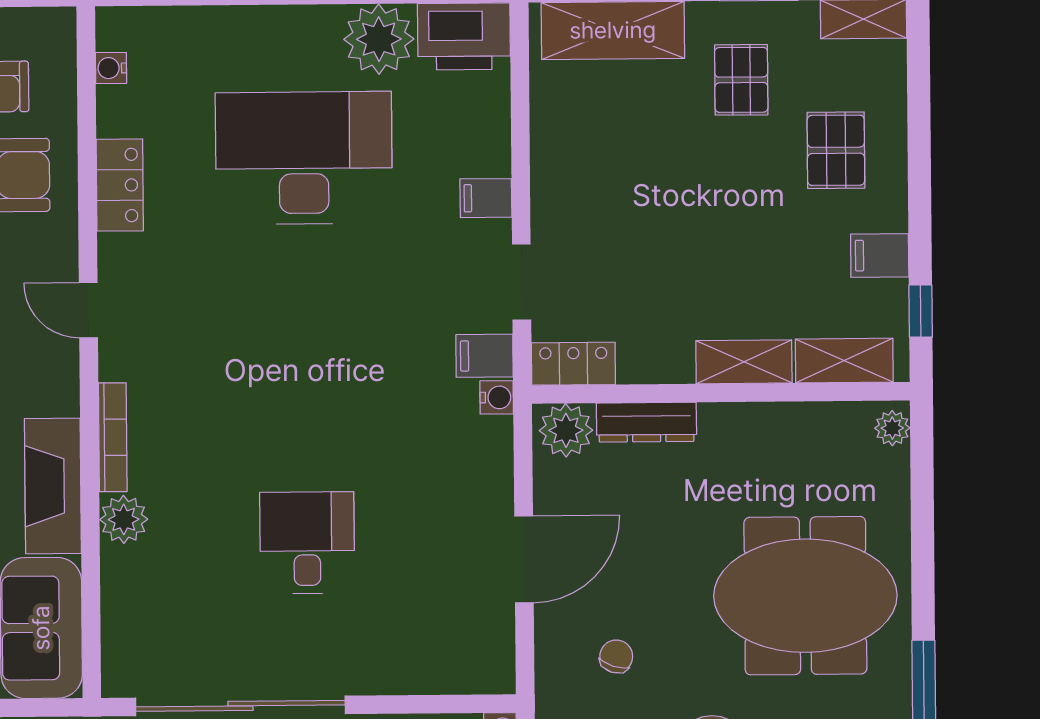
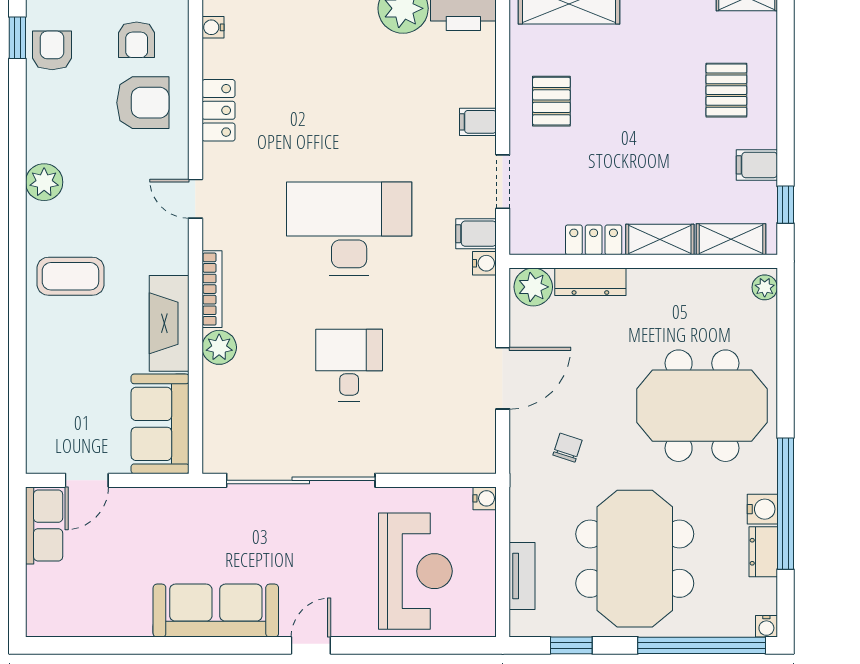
pallet: (741, 80) -> (551, 101), moved
desk: (304, 158) -> (349, 229), moved
locker: (573, 364) -> (594, 240), moved

